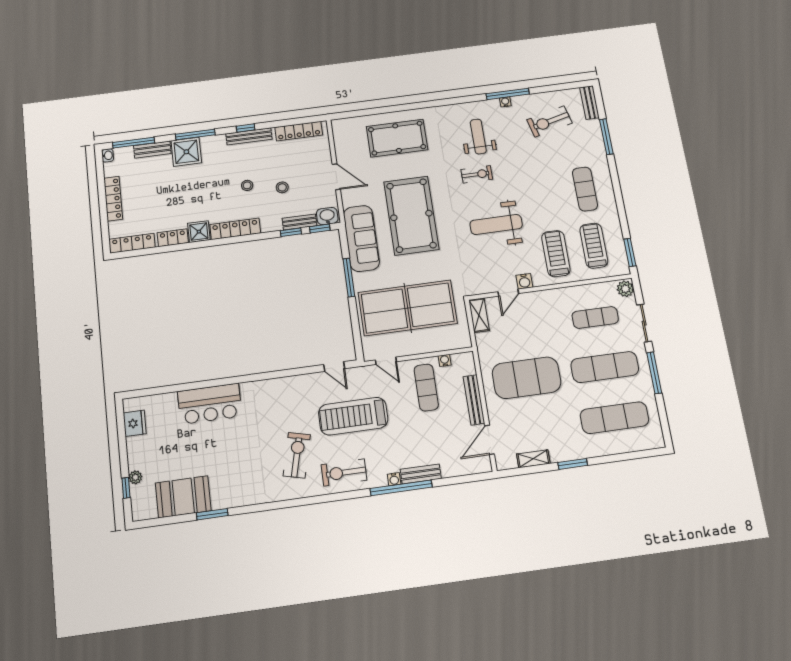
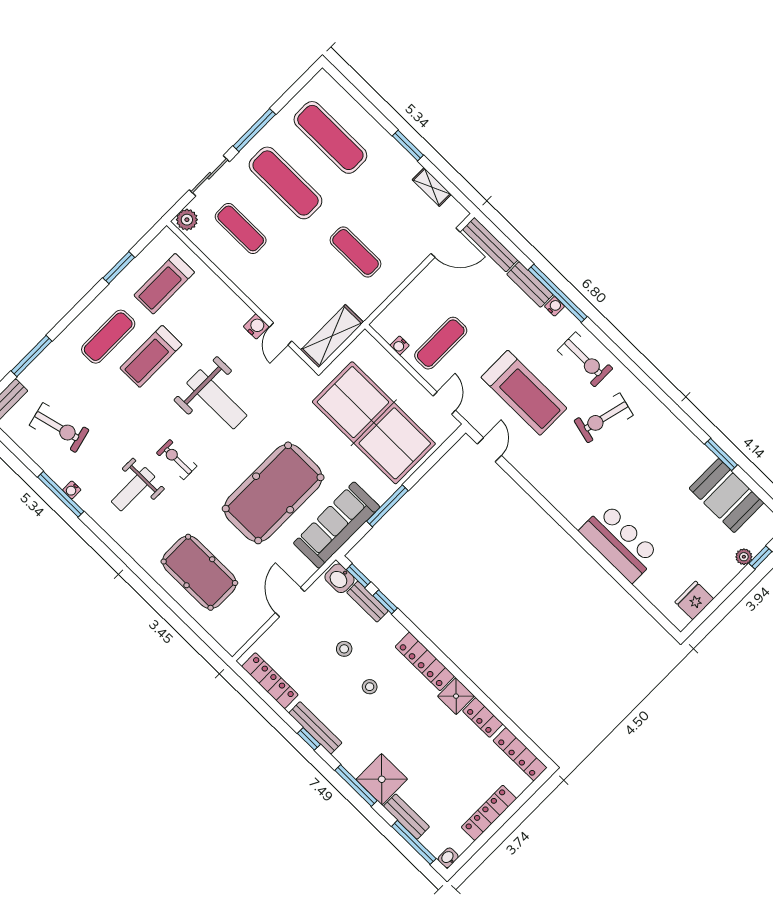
window: (630, 252) -> (119, 268), moved
treadmill: (556, 254) -> (151, 356), moved
door: (508, 293) -> (281, 334), swing flipped
shelving: (479, 315) -> (332, 336), width x1.50, depth x1.33
exercise mat: (526, 378) -> (355, 252), width x0.50, depth x0.69
bench: (474, 400) -> (490, 245), moved, turned 90

